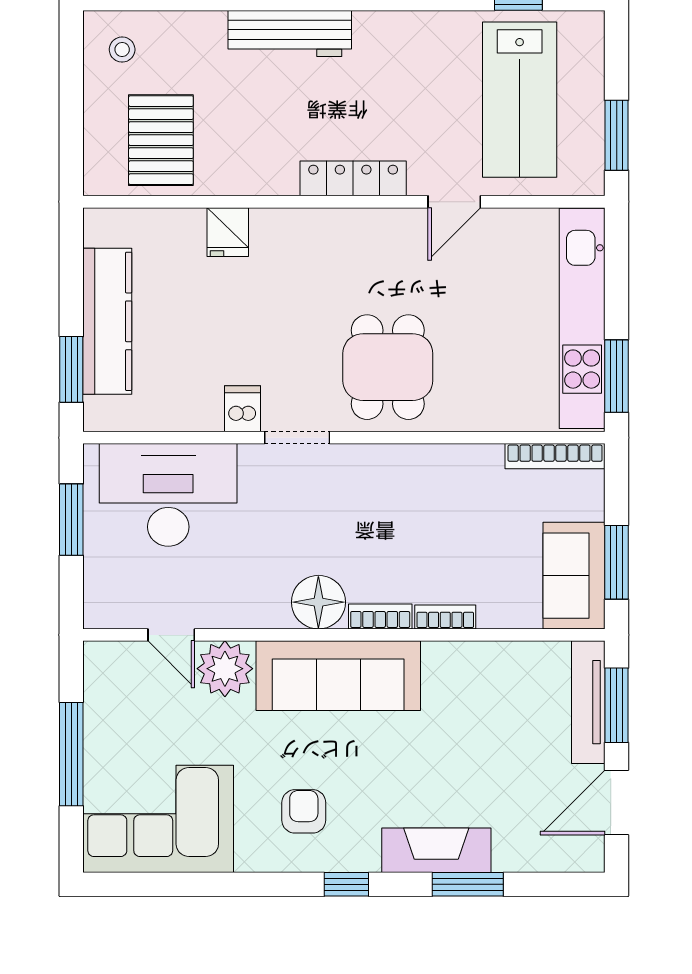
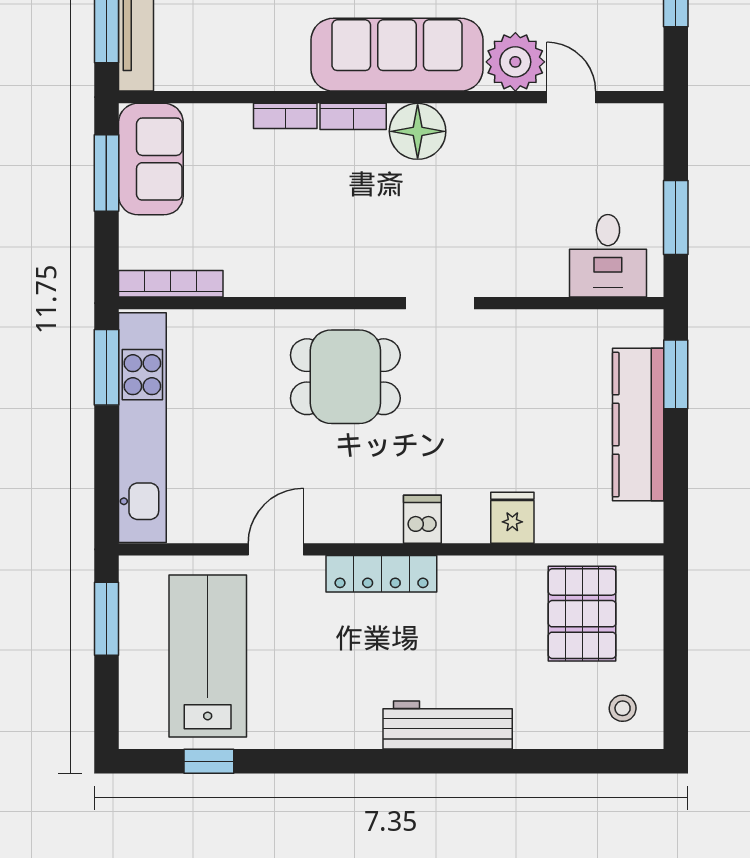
dining table: (388, 367) -> (345, 377), turned 90
dishwasher: (242, 409) -> (422, 519), moved, turned 180
desk: (168, 495) -> (608, 256), width x0.53, depth x0.77

